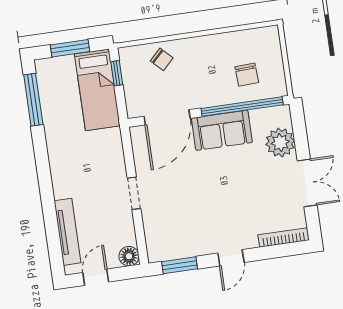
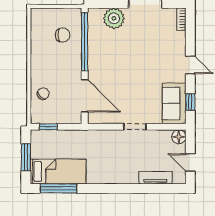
bed: (97, 90) -> (58, 172), moved
sofa: (222, 130) -> (174, 103), moved, turned 180
tv unit: (68, 232) -> (155, 178), width x0.71
bookcase: (284, 237) -> (181, 19), width x0.64
window: (179, 265) -> (190, 102), width x0.67

